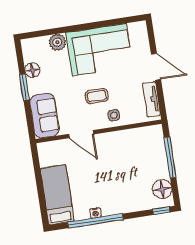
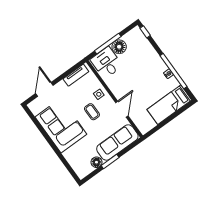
plant: (57, 42) -> (70, 155), removed
door: (156, 67) -> (44, 89), moved
sofa: (45, 116) -> (117, 143), width x1.36
desk: (147, 144) -> (107, 63), added
floor lamp: (162, 189) -> (119, 47), moved

